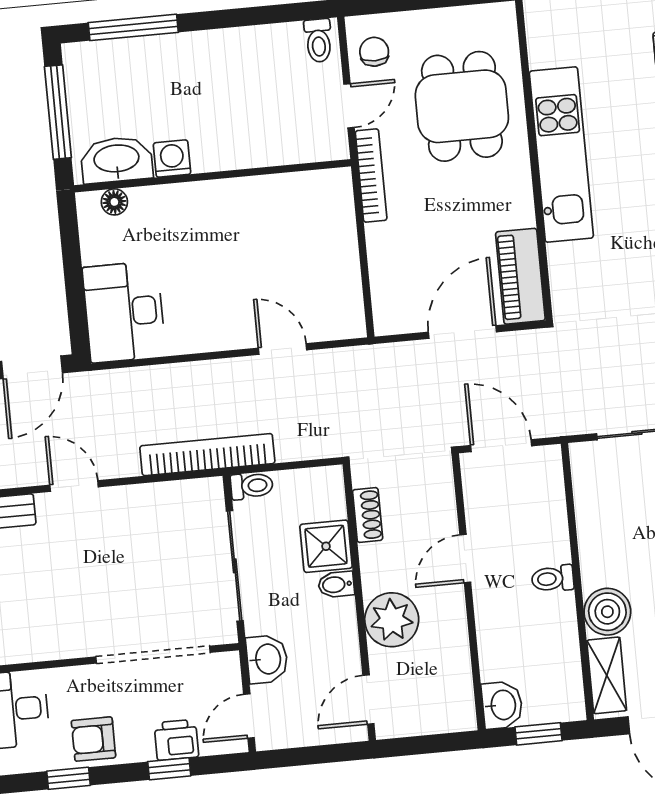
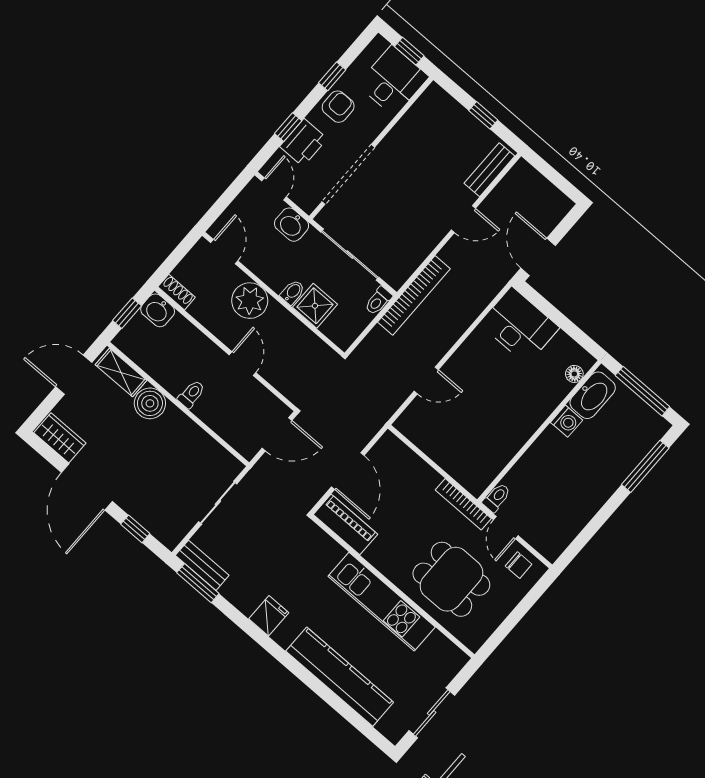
toilet: (318, 41) -> (497, 498), moved, turned 90
shoe rack: (368, 515) -> (177, 292), moved, turned 180
printer: (176, 740) -> (304, 142), width x1.36, depth x1.24

